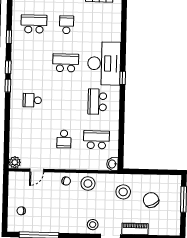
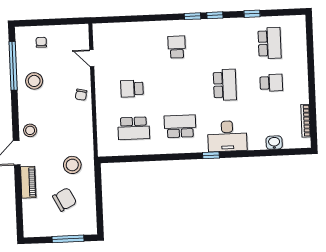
desk: (104, 63) -> (227, 136), width x0.73, depth x0.77
school desk: (96, 140) -> (134, 128), turned 90
plant: (15, 162) -> (100, 31), removed
washbasin: (112, 164) -> (274, 143), moved
stool: (88, 183) -> (34, 81), moved

